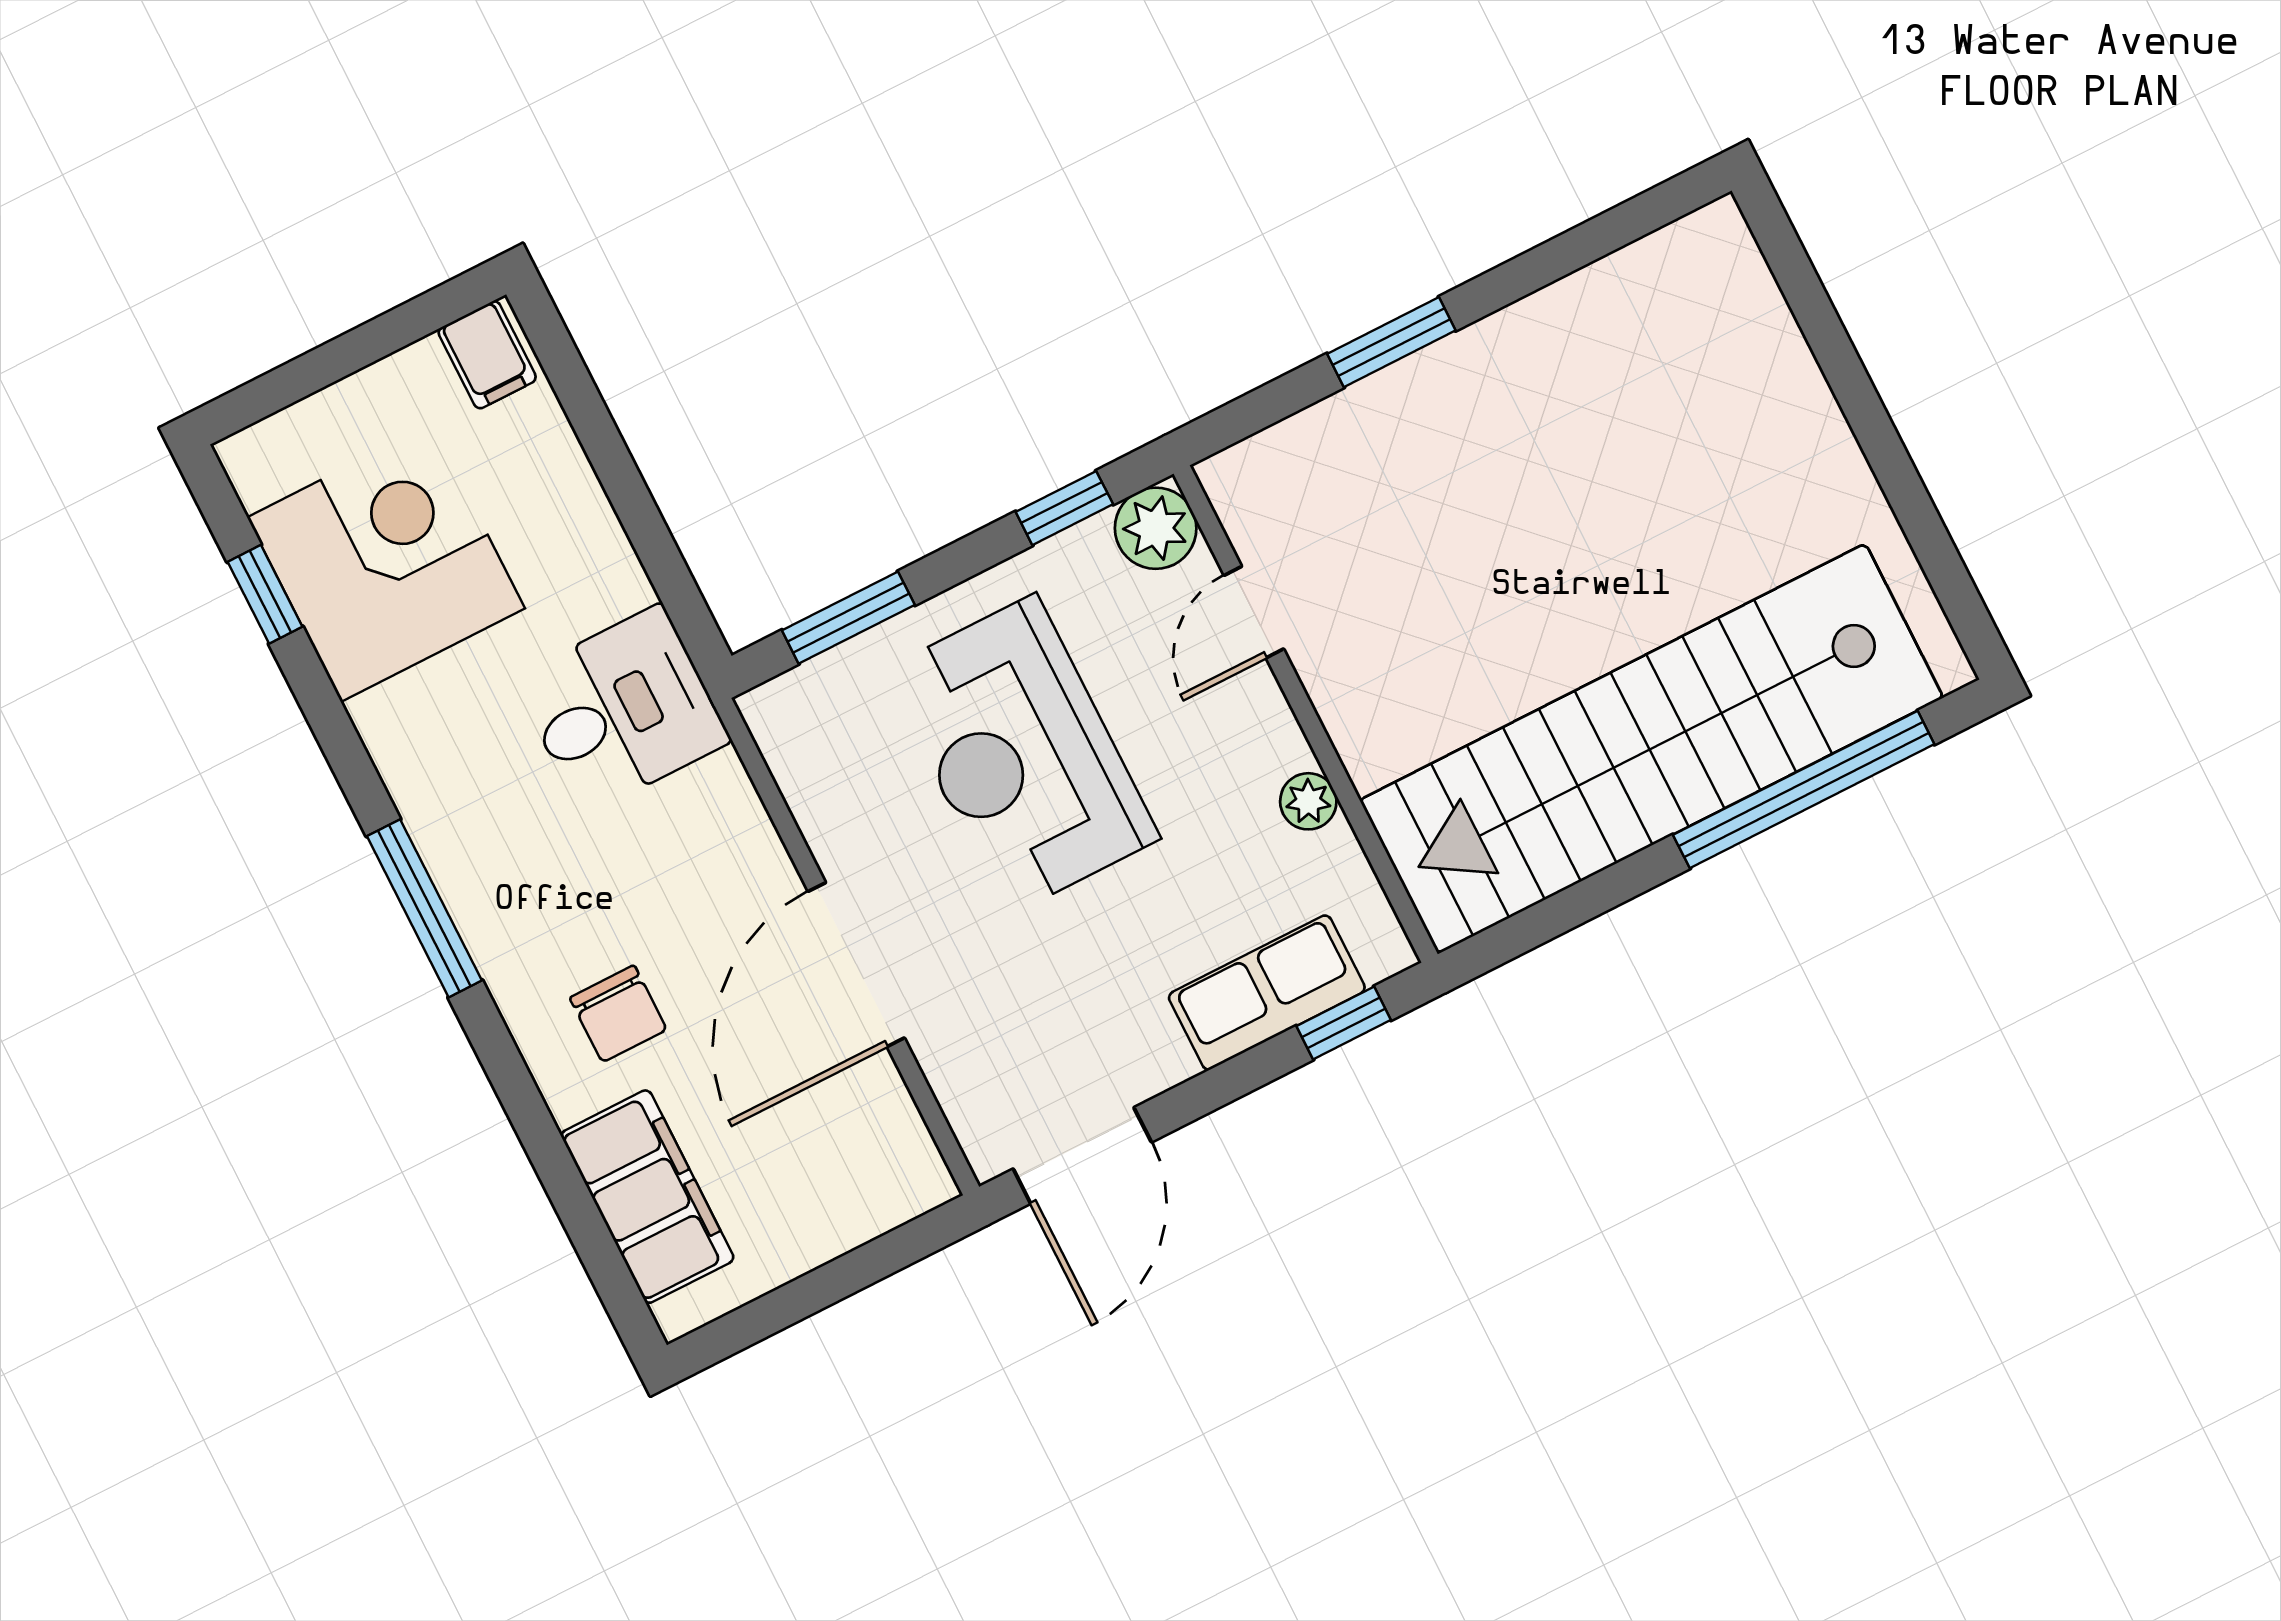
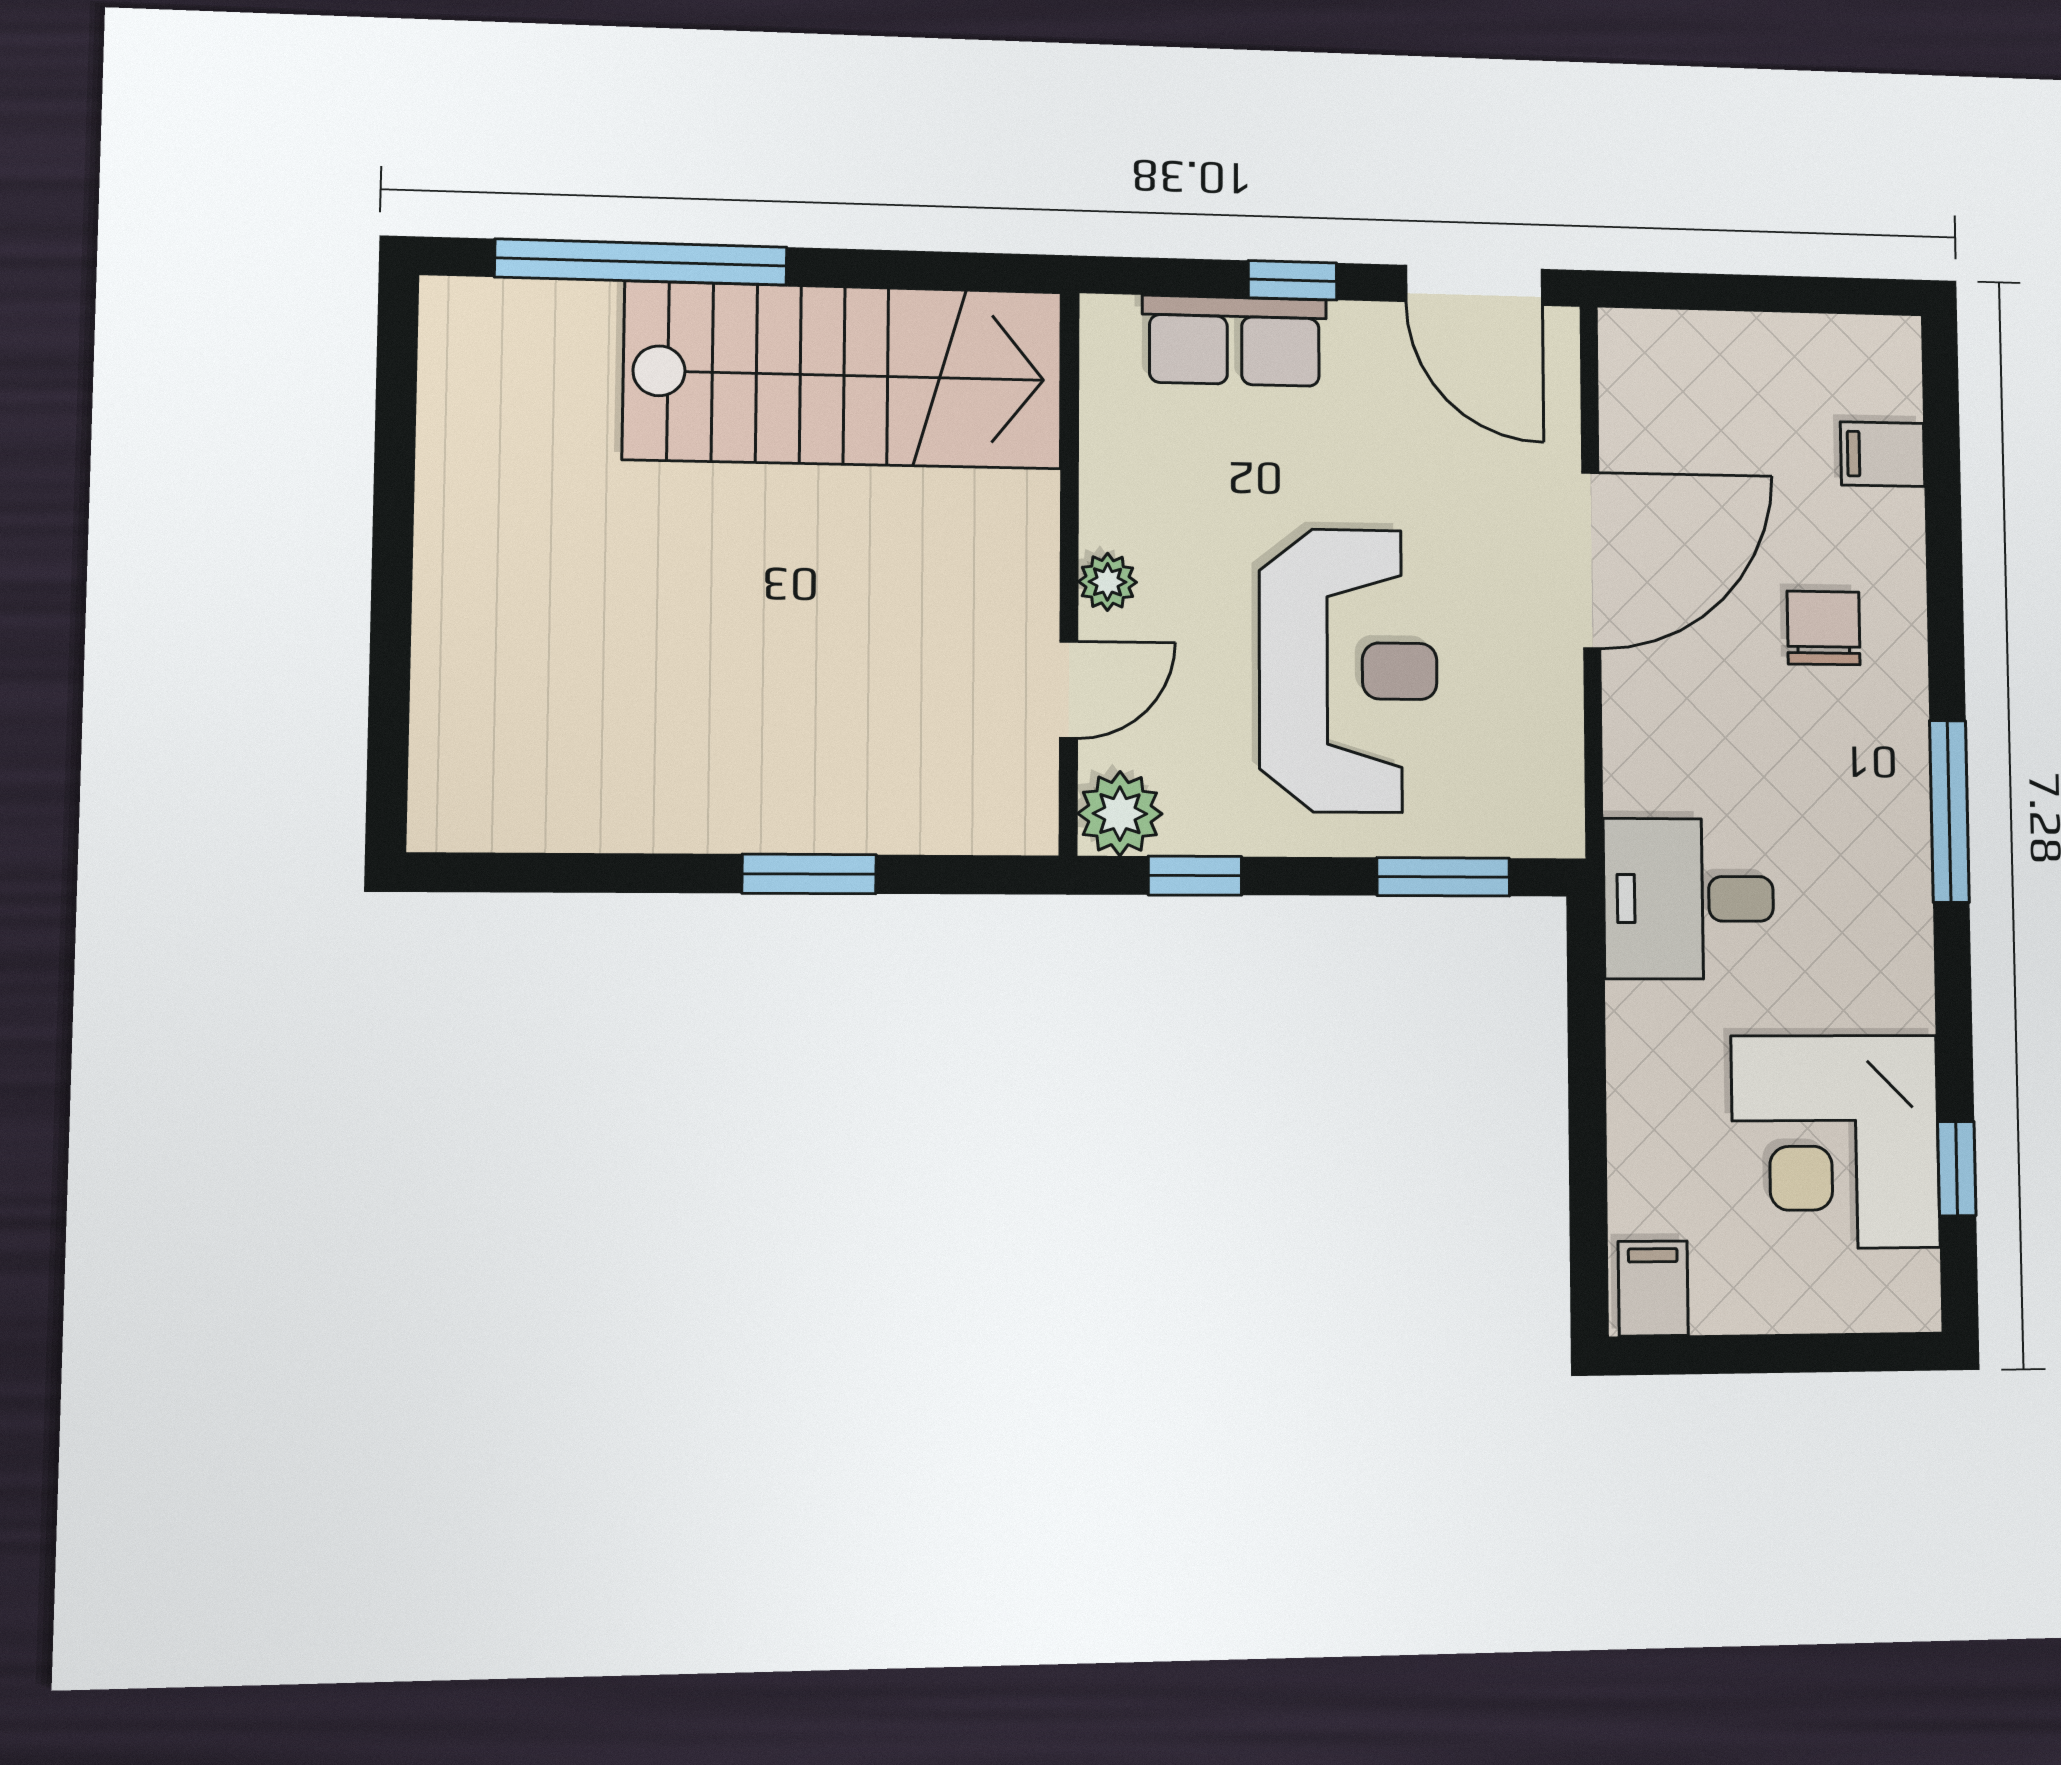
stairs: (1651, 749) -> (844, 375), width x0.73
plant: (1308, 801) -> (1108, 582), moved
window: (1344, 1023) -> (1293, 280), moved
door: (1082, 1156) -> (1474, 285), swing flipped
filing cabinet: (647, 1197) -> (1883, 454), width x0.33, depth x0.86

